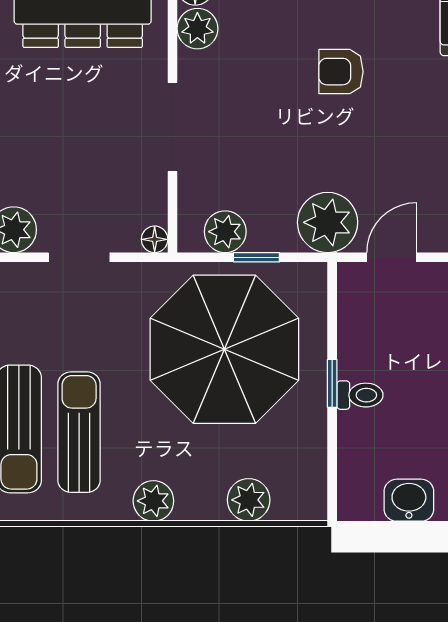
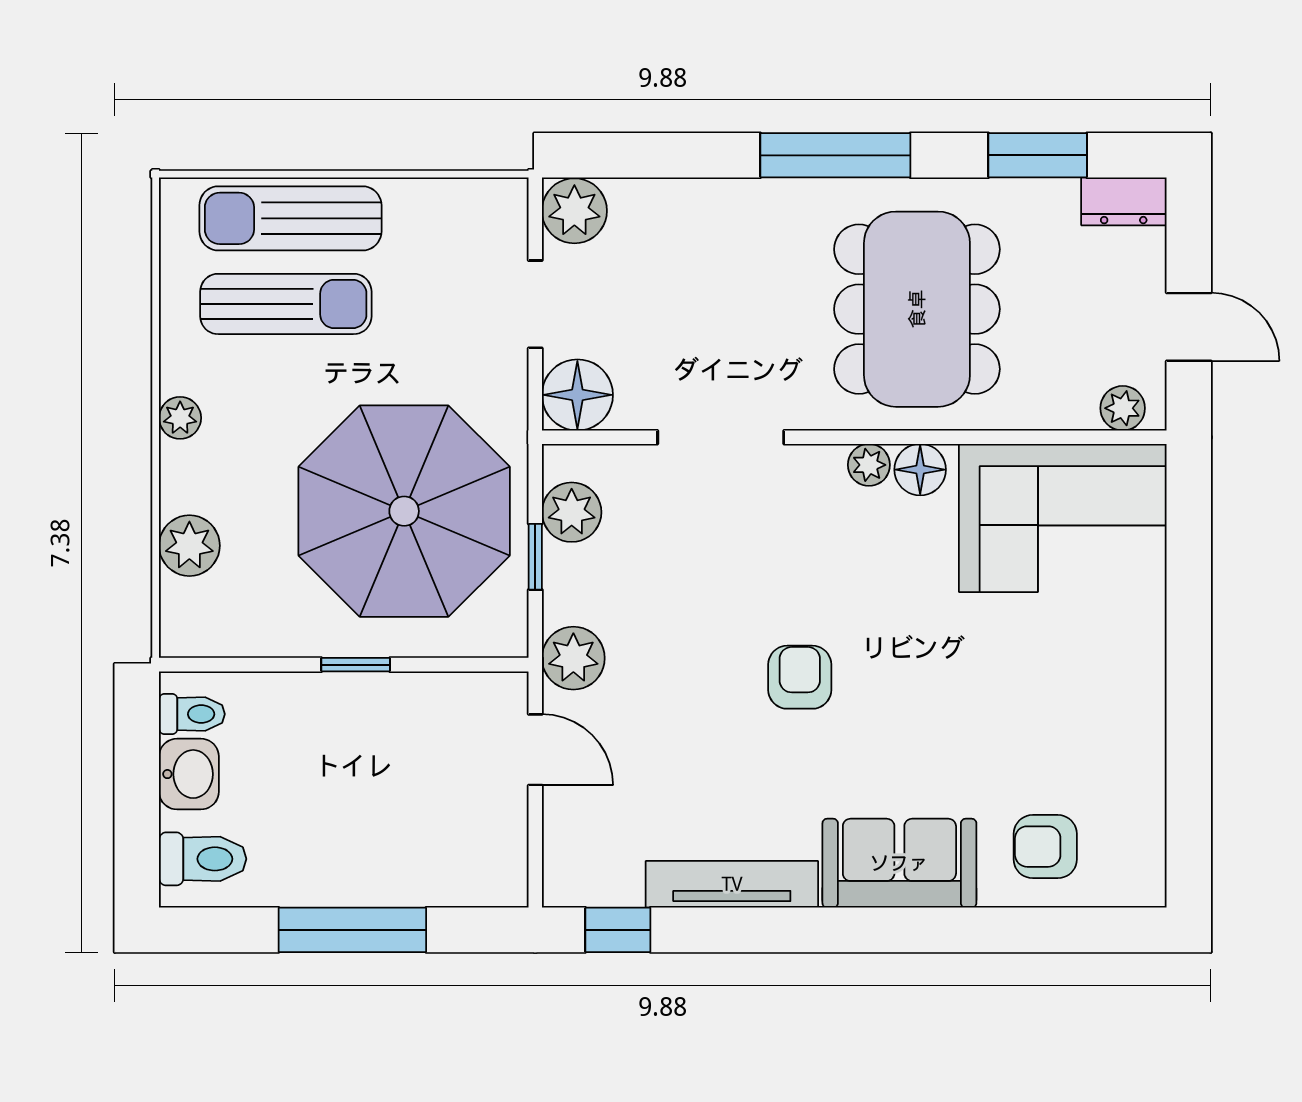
plant: (197, 29) -> (869, 465), width x0.73, depth x0.73
plant: (328, 222) -> (573, 658), width x0.73, depth x0.73
floor lamp: (155, 239) -> (577, 395), width x1.89, depth x1.89
toilet: (360, 395) -> (192, 714), moved, turned -90
plant: (153, 501) -> (180, 418), width x0.73, depth x0.73

